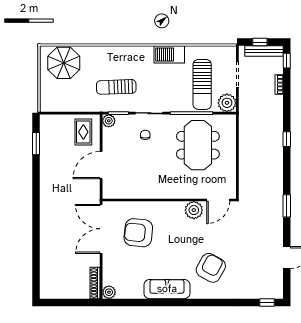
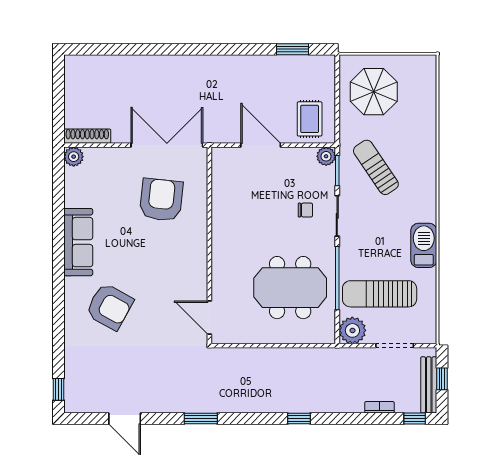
parasol: (64, 63) -> (374, 92), moved
sun lounger: (116, 87) -> (376, 167), turned -32
rug: (83, 132) -> (310, 119), turned 90
plant: (194, 210) -> (195, 282), removed

